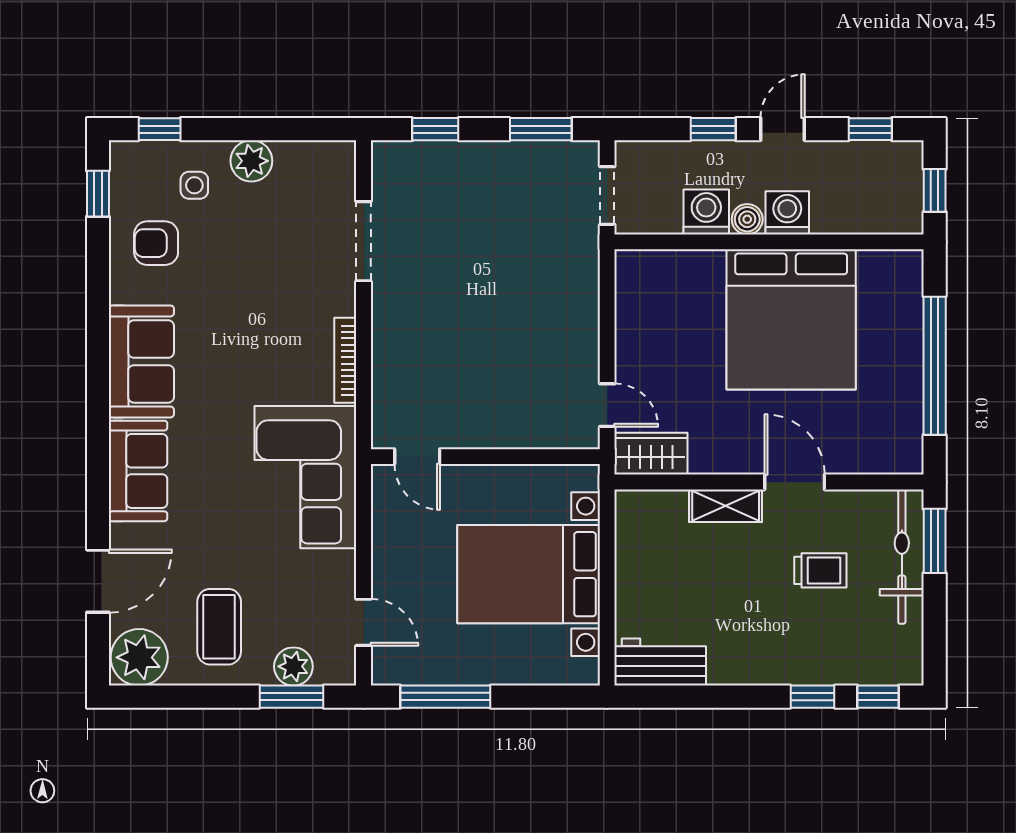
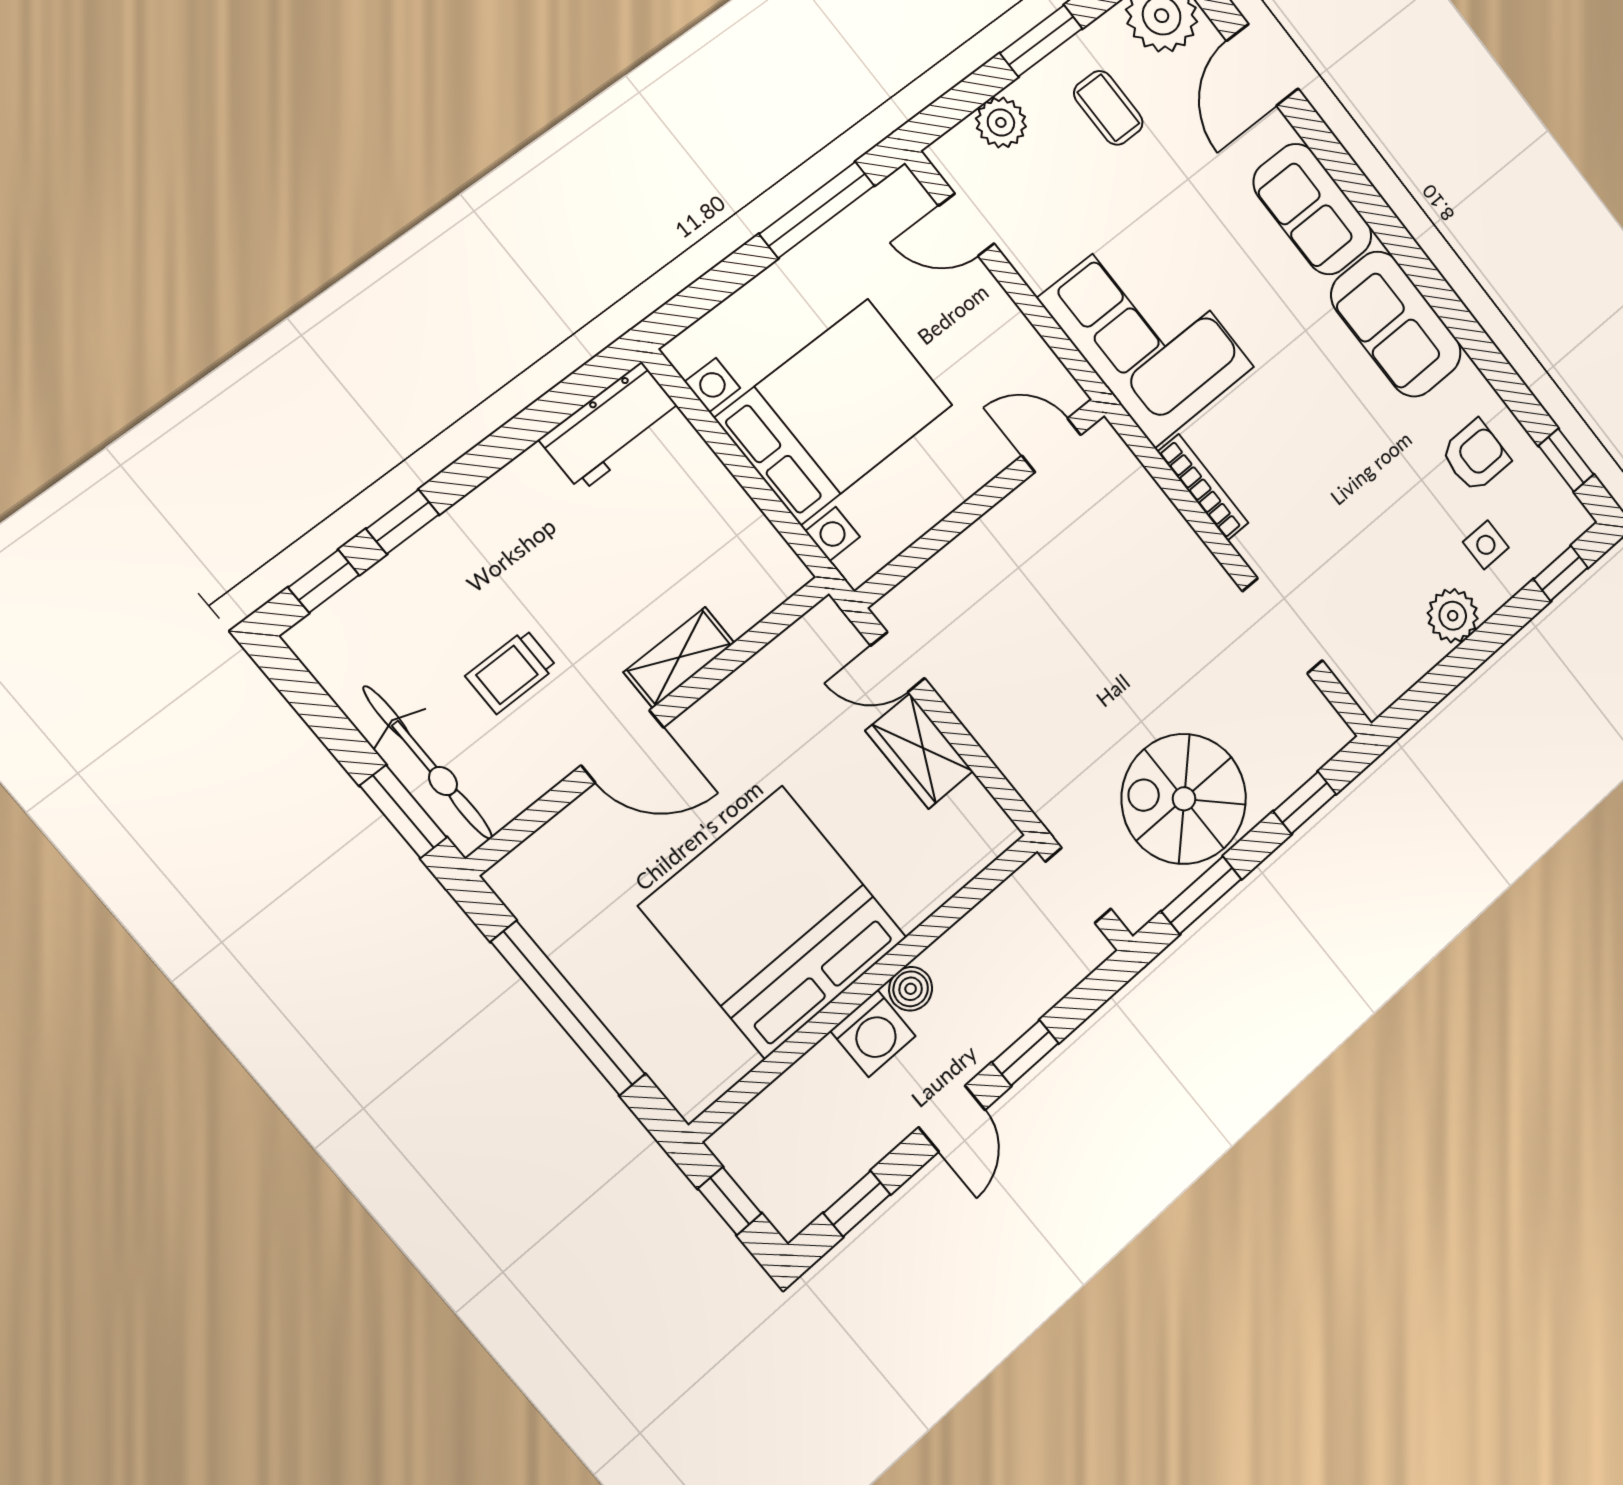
spiral stairs: (506, 192) -> (1184, 799), added
washing machine: (706, 212) -> (961, 958), removed
wardrobe: (651, 454) -> (919, 751), moved, turned 90
coffee table: (219, 627) -> (1108, 108), width x0.73, depth x0.77
window: (291, 697) -> (1041, 41), moved

